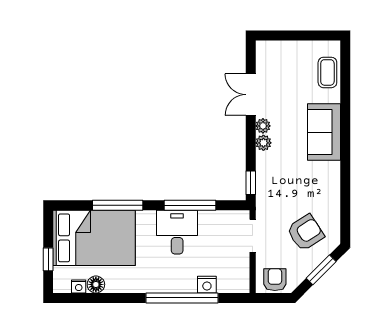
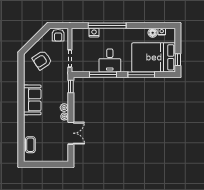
sofa: (324, 132) -> (32, 100), moved
window: (48, 259) -> (178, 60), moved
window: (321, 270) -> (34, 40), removed

